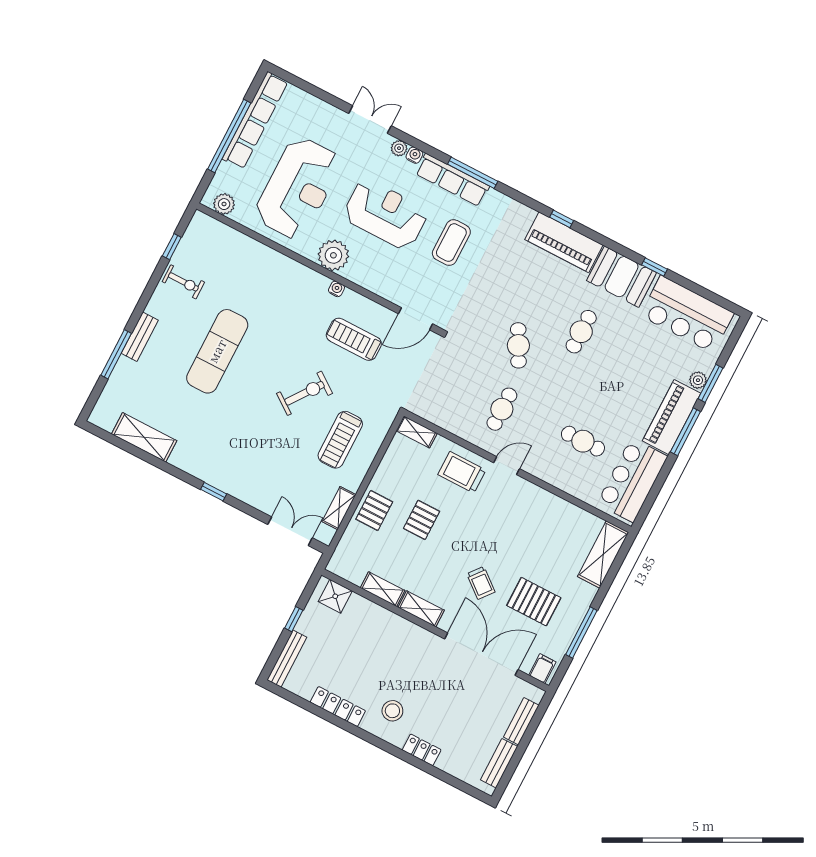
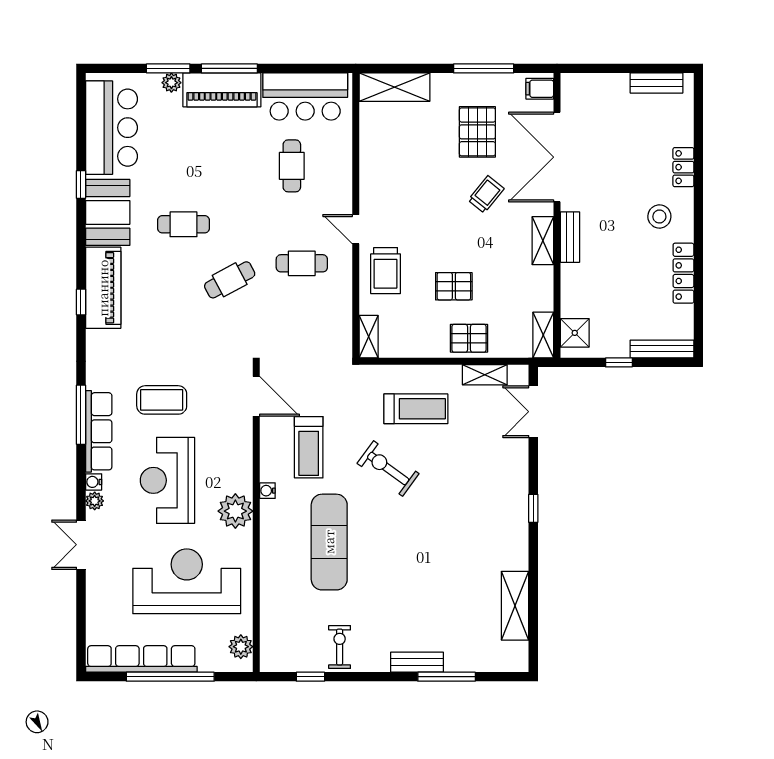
exercise mat: (217, 351) -> (329, 542), moved, turned 90
shelving: (383, 589) -> (543, 335), moved
bench: (521, 721) -> (570, 237), moved, turned 90

